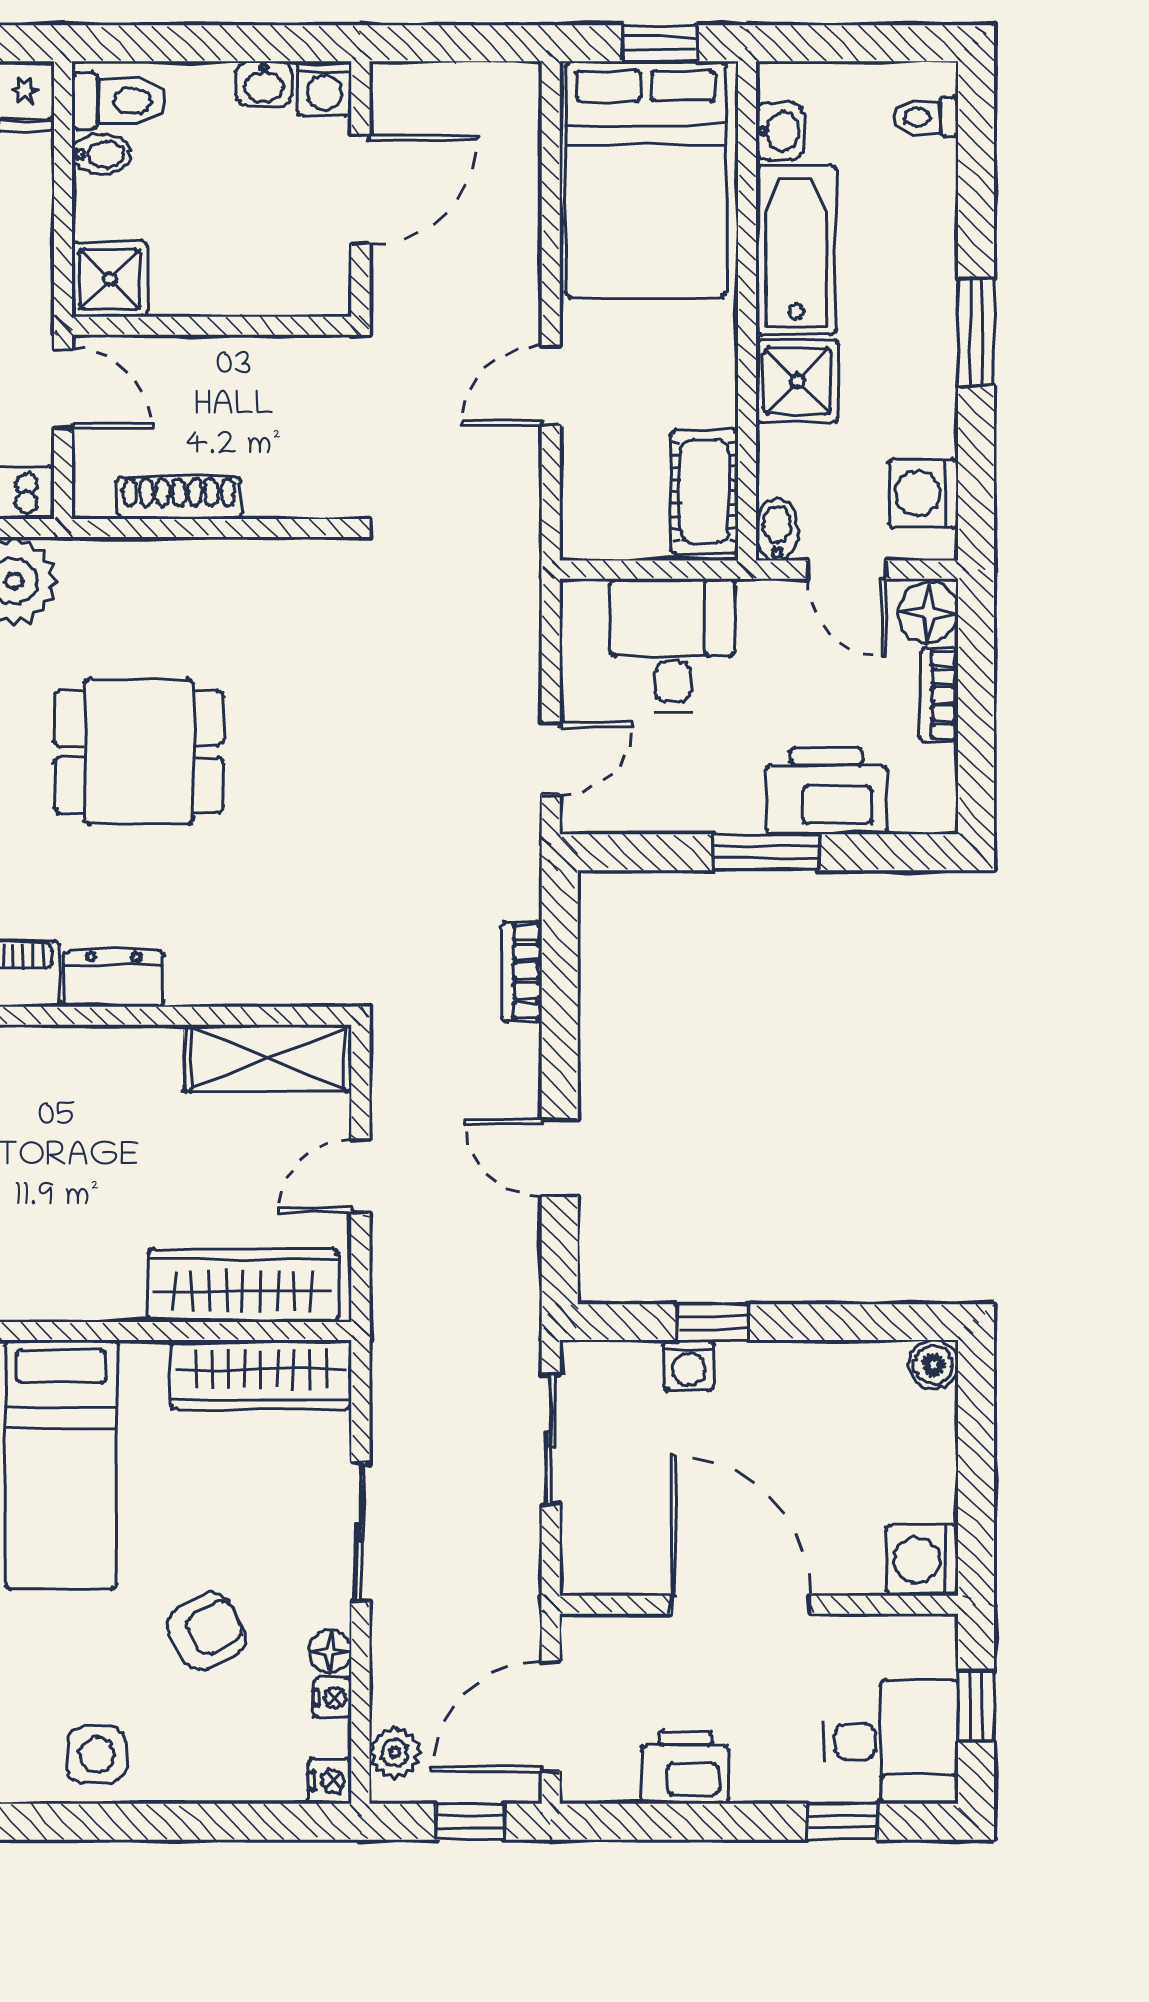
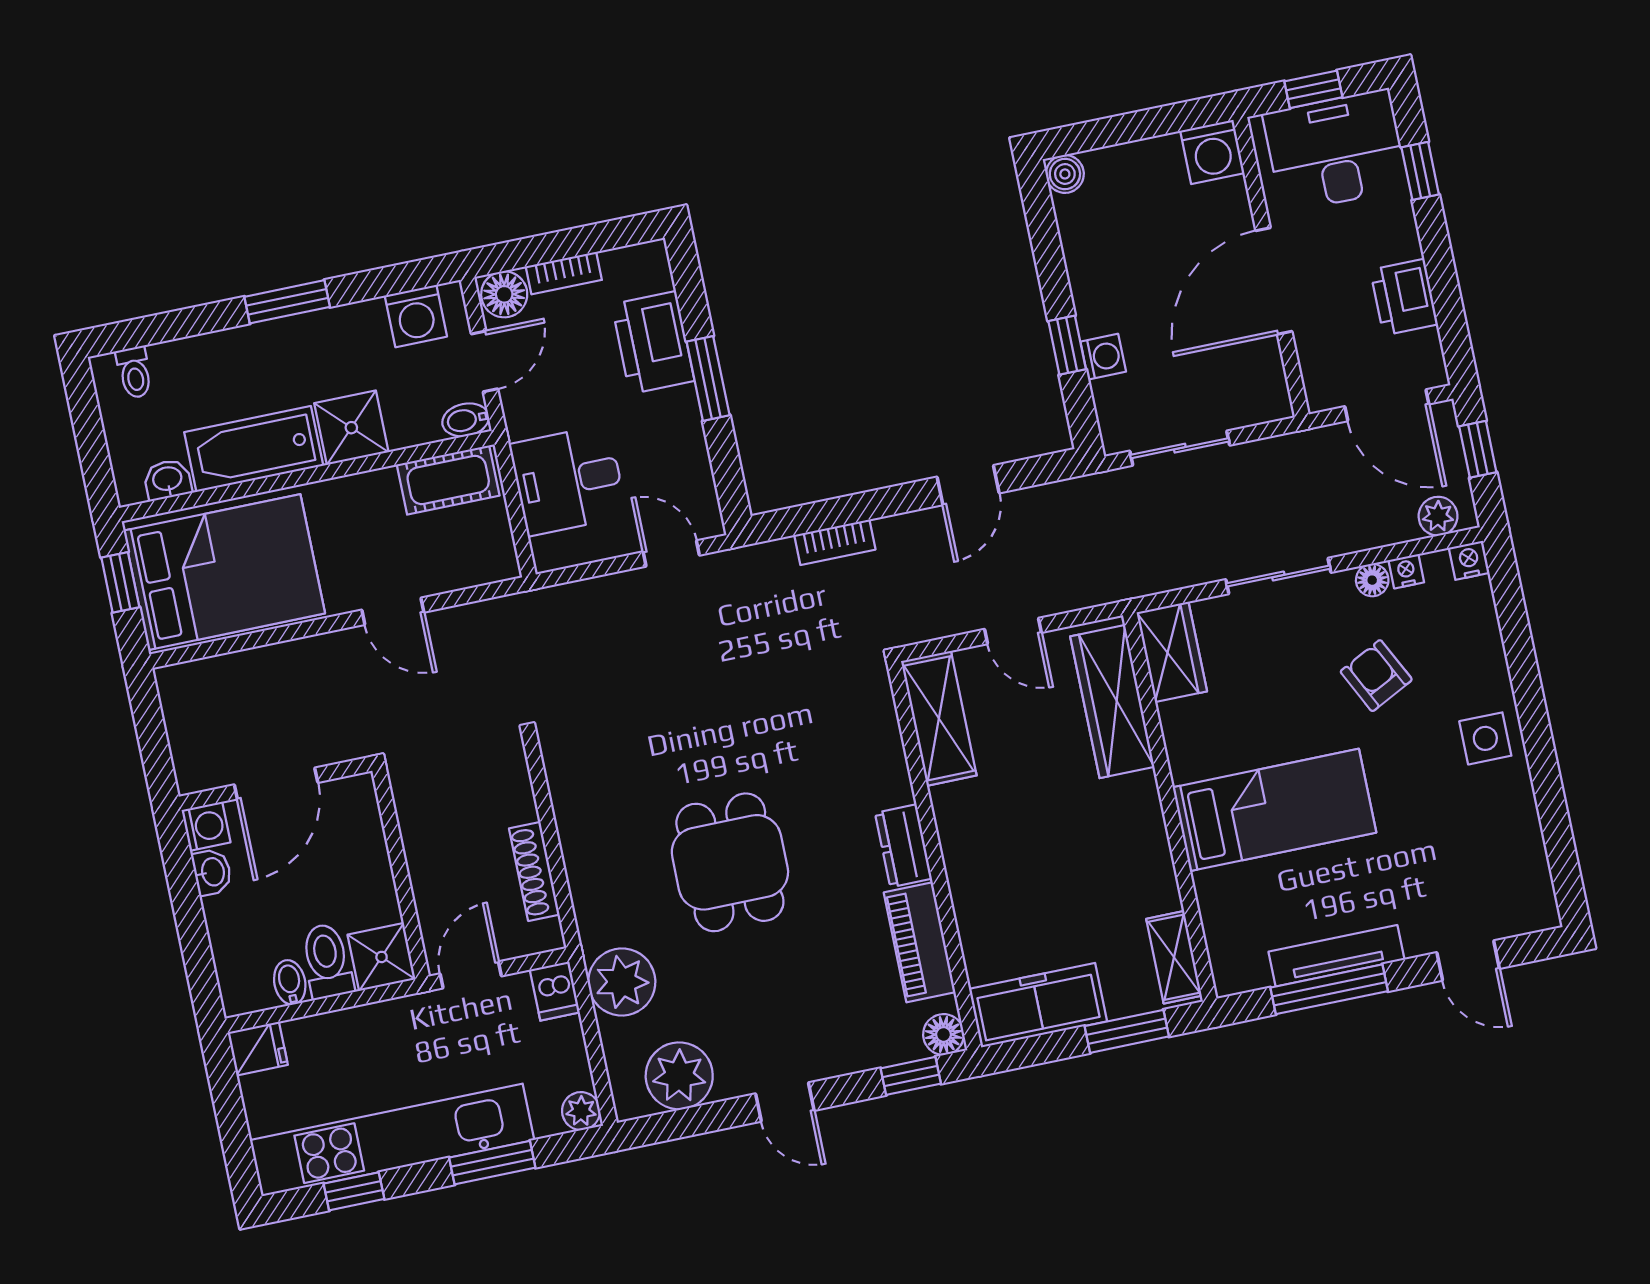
toilet: (119, 101) -> (327, 961), moved
door: (360, 190) -> (276, 784), swing flipped
wardrobe: (261, 1375) -> (1172, 652), width x0.67
desk: (891, 1742) -> (1336, 151), width x1.37

